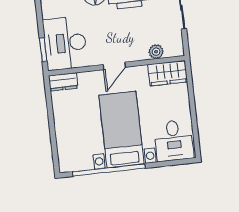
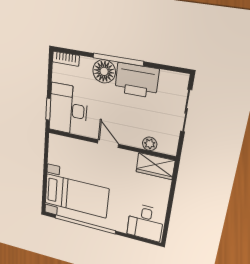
door: (114, 66) -> (108, 144), swing flipped
dresser: (63, 82) -> (61, 142), removed
bed with nightstands: (121, 129) -> (76, 196), moved, turned 90

